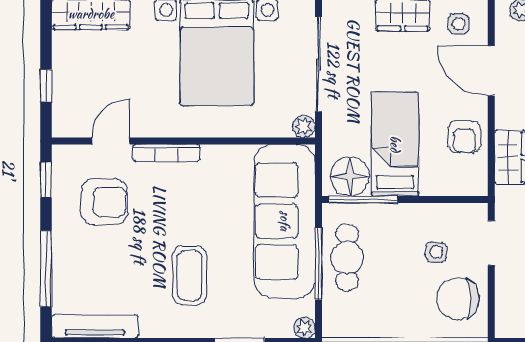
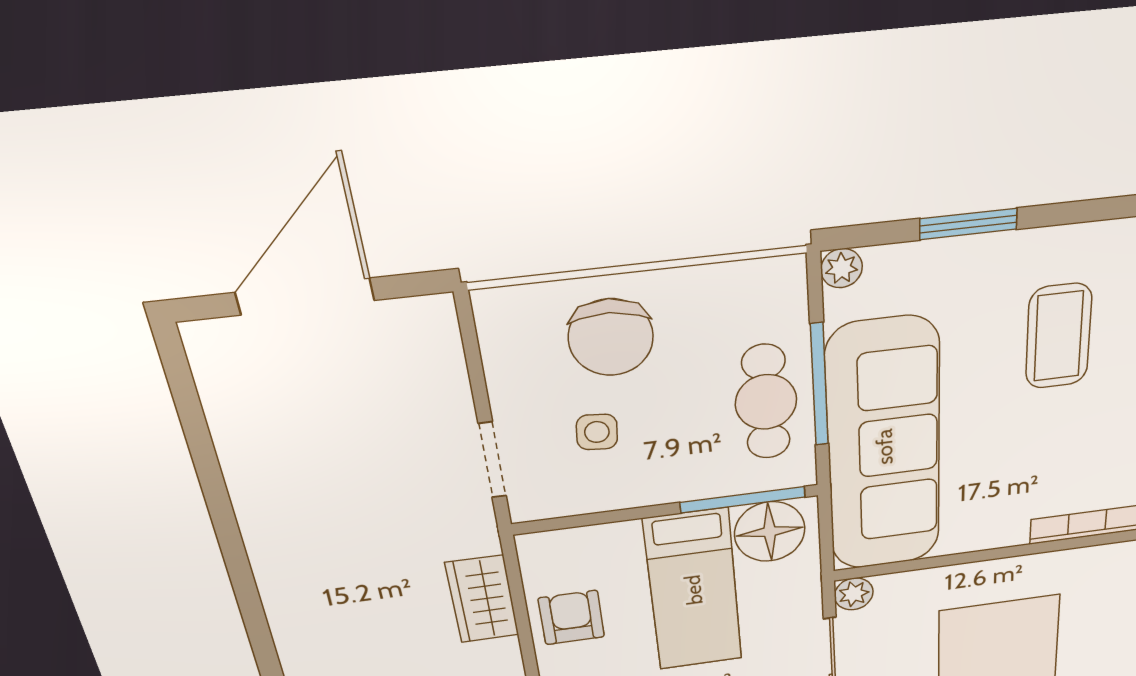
chair: (458, 299) -> (611, 337), moved, turned 93

